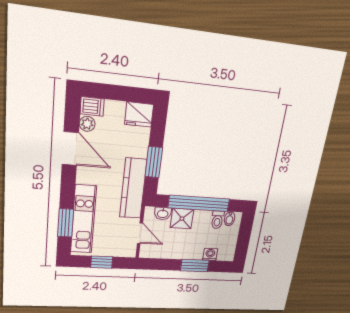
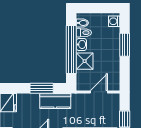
kitchen counter: (133, 188) -> (55, 101), width x0.67
washbasin: (163, 214) -> (81, 44), moved
washing machine: (210, 254) -> (114, 21), moved

